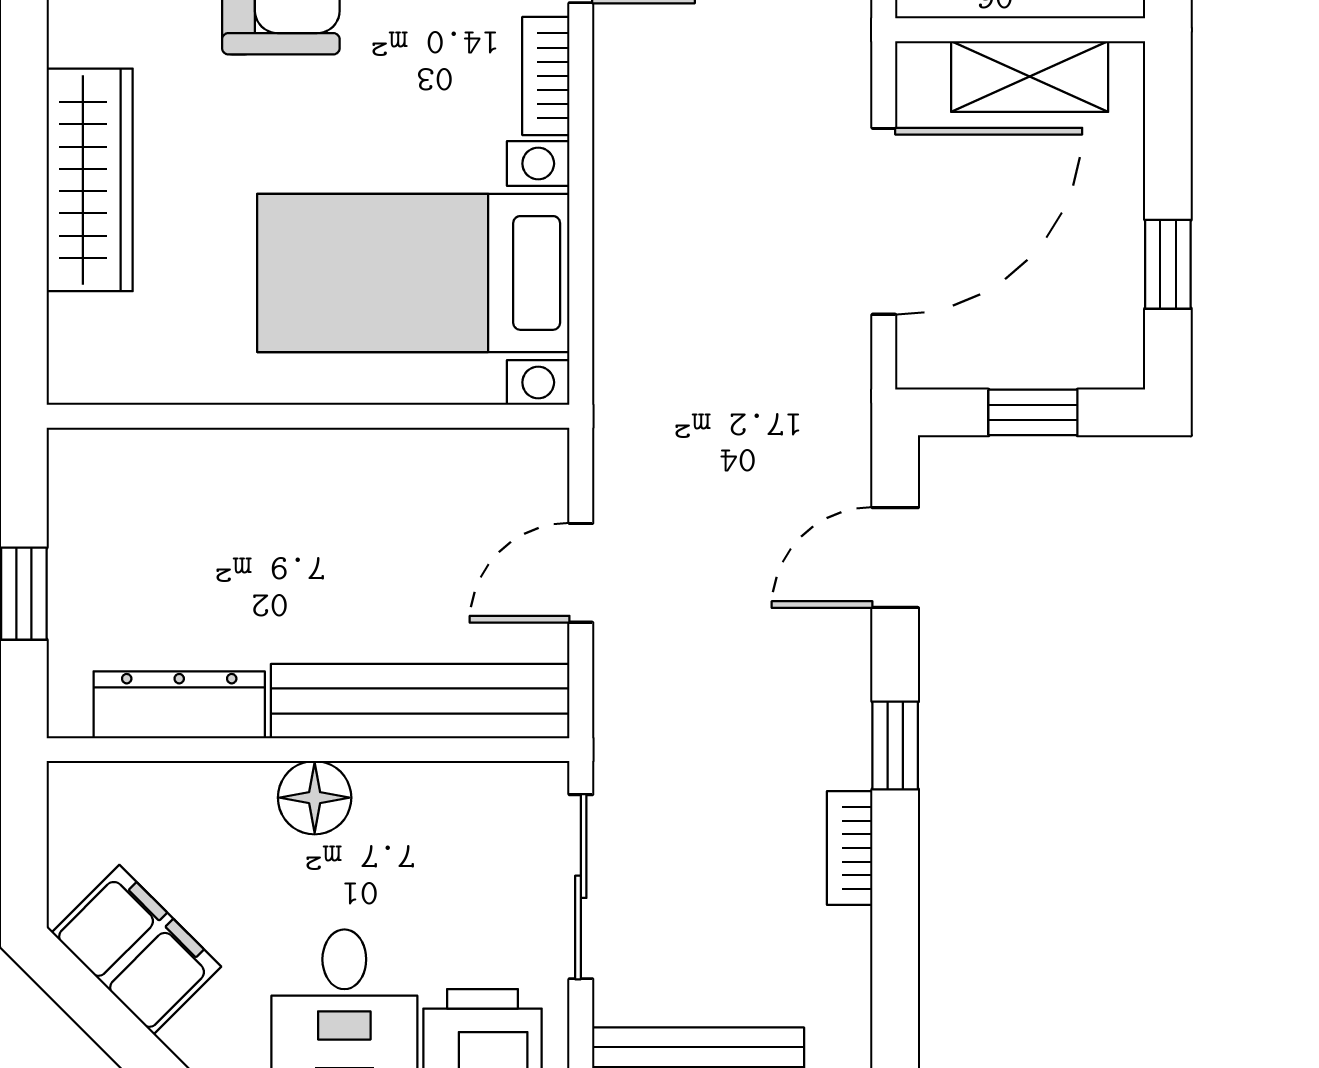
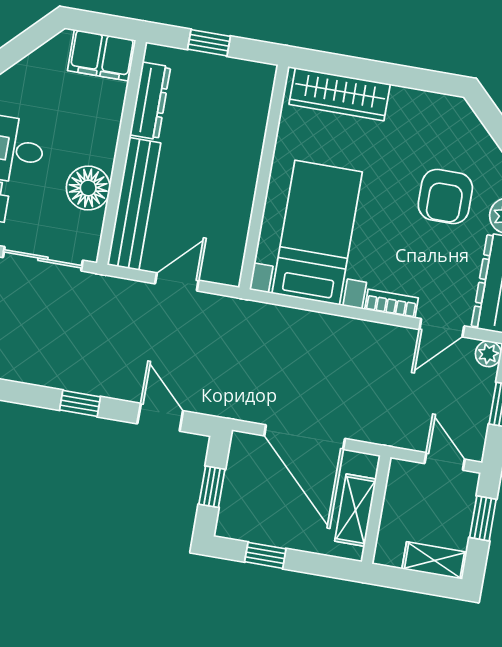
wardrobe: (90, 180) -> (340, 94), moved
door: (581, 573) -> (177, 282), hinge flipped
floor lamp: (315, 798) -> (88, 188), moved, width x1.38, depth x1.38
bookcase: (850, 848) -> (40, 376), removed
filing cabinet: (136, 950) -> (102, 55), moved, turned 45

